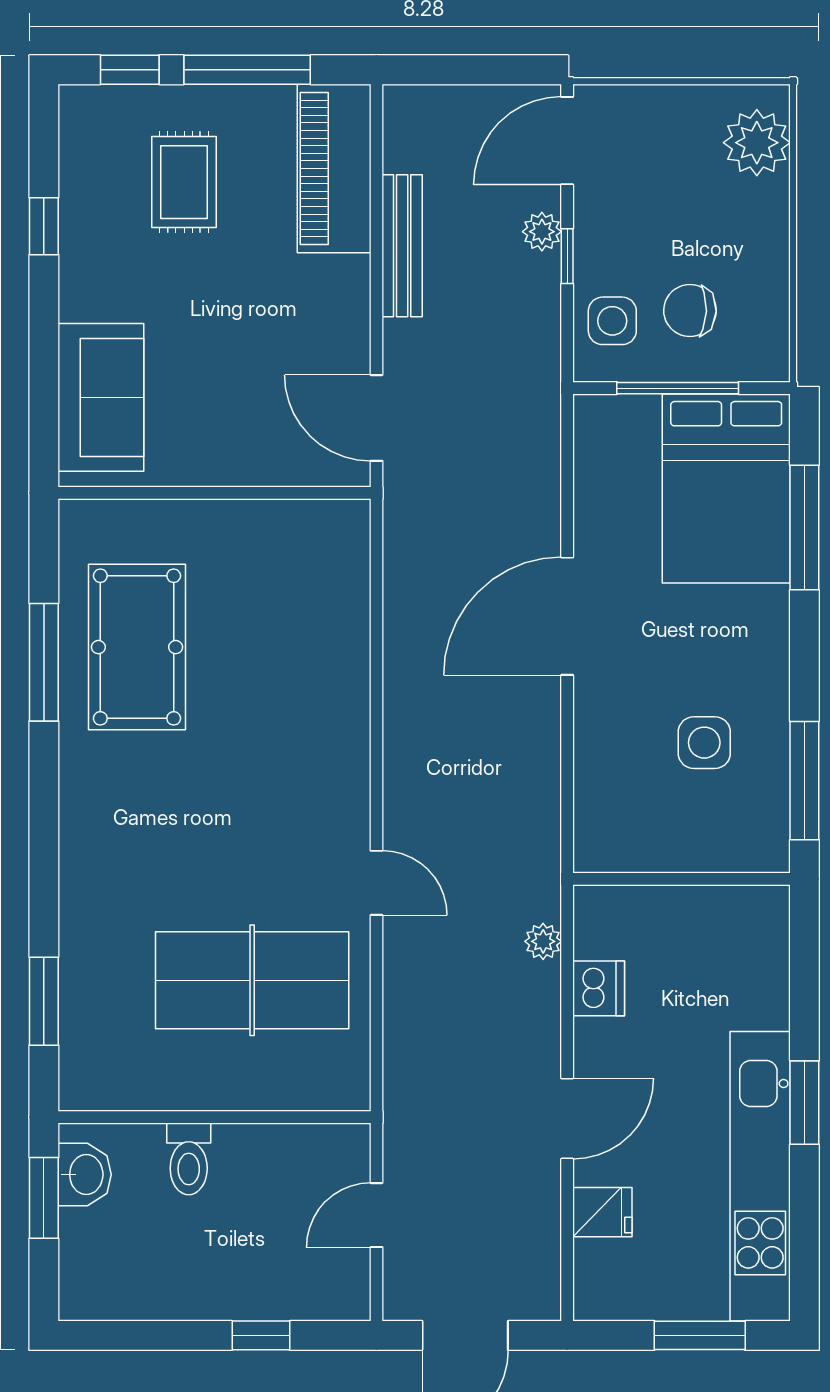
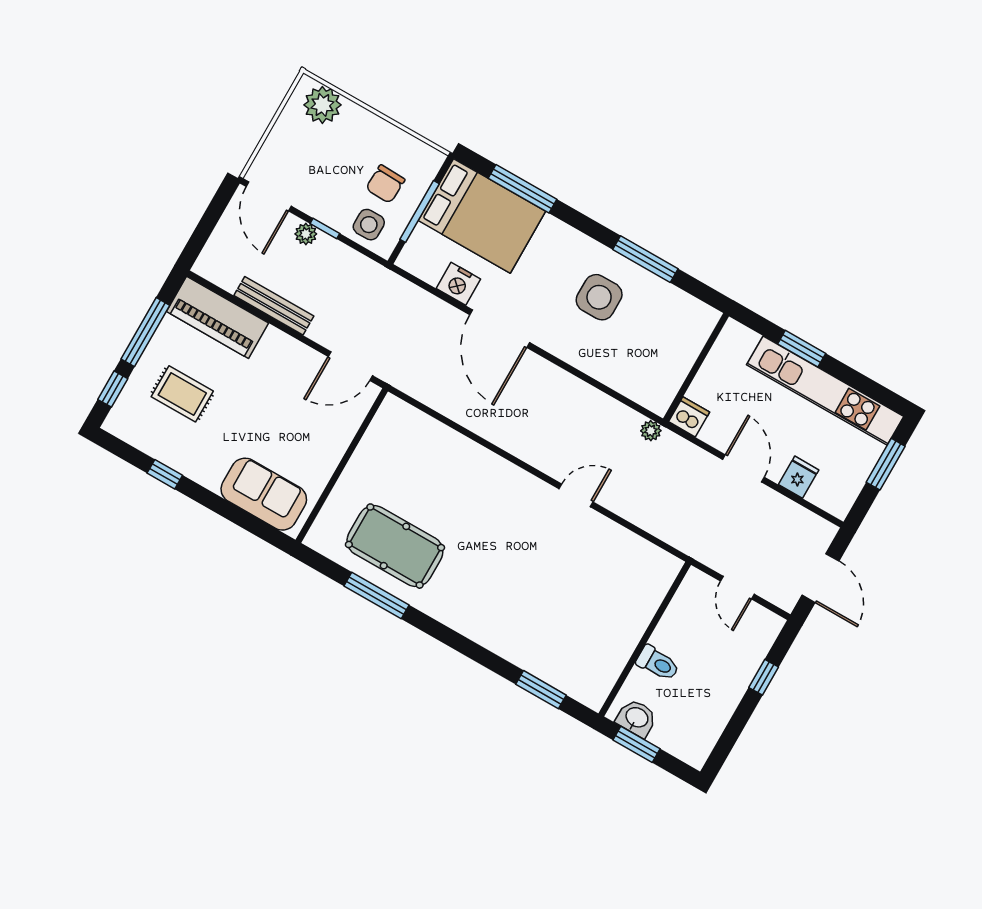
nightstand: (600, 512) -> (458, 284), added
side table: (704, 743) -> (599, 297), width x1.37, depth x1.37
wall: (681, 879) -> (696, 367), moved
table tennis table: (252, 980) -> (589, 583), removed

